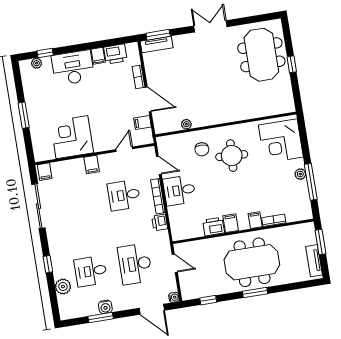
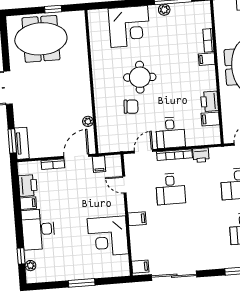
plant: (186, 124) -> (88, 121), moved
wall: (226, 124) -> (91, 82), moved
filing cabinet: (231, 223) -> (210, 119), moved

